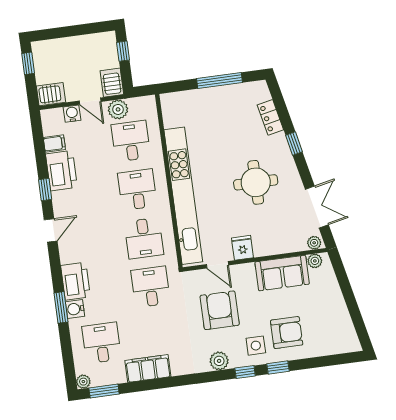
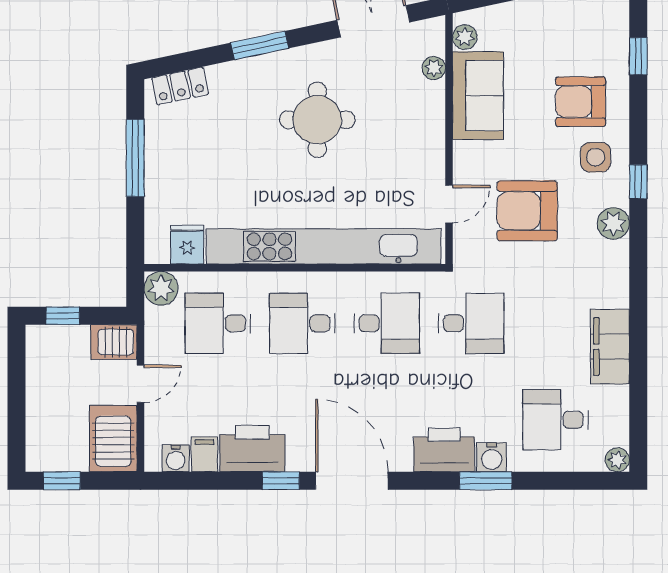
server rack: (51, 94) -> (113, 439), width x1.36, depth x1.44
plant: (118, 109) -> (161, 288), moved
water cooler: (72, 114) -> (176, 458), moved, turned -90
locker: (270, 117) -> (180, 86), moved
window: (294, 143) -> (260, 45), width x1.50
door: (51, 230) -> (352, 481), width x1.88
plant: (314, 243) -> (434, 68), moved
fridge: (242, 248) -> (187, 245), moved, turned 90
desk: (151, 287) -> (471, 323), turned 180
armchair: (287, 333) -> (581, 102), turned -90
window: (278, 367) -> (638, 56), moved
window: (104, 391) -> (638, 427), removed

